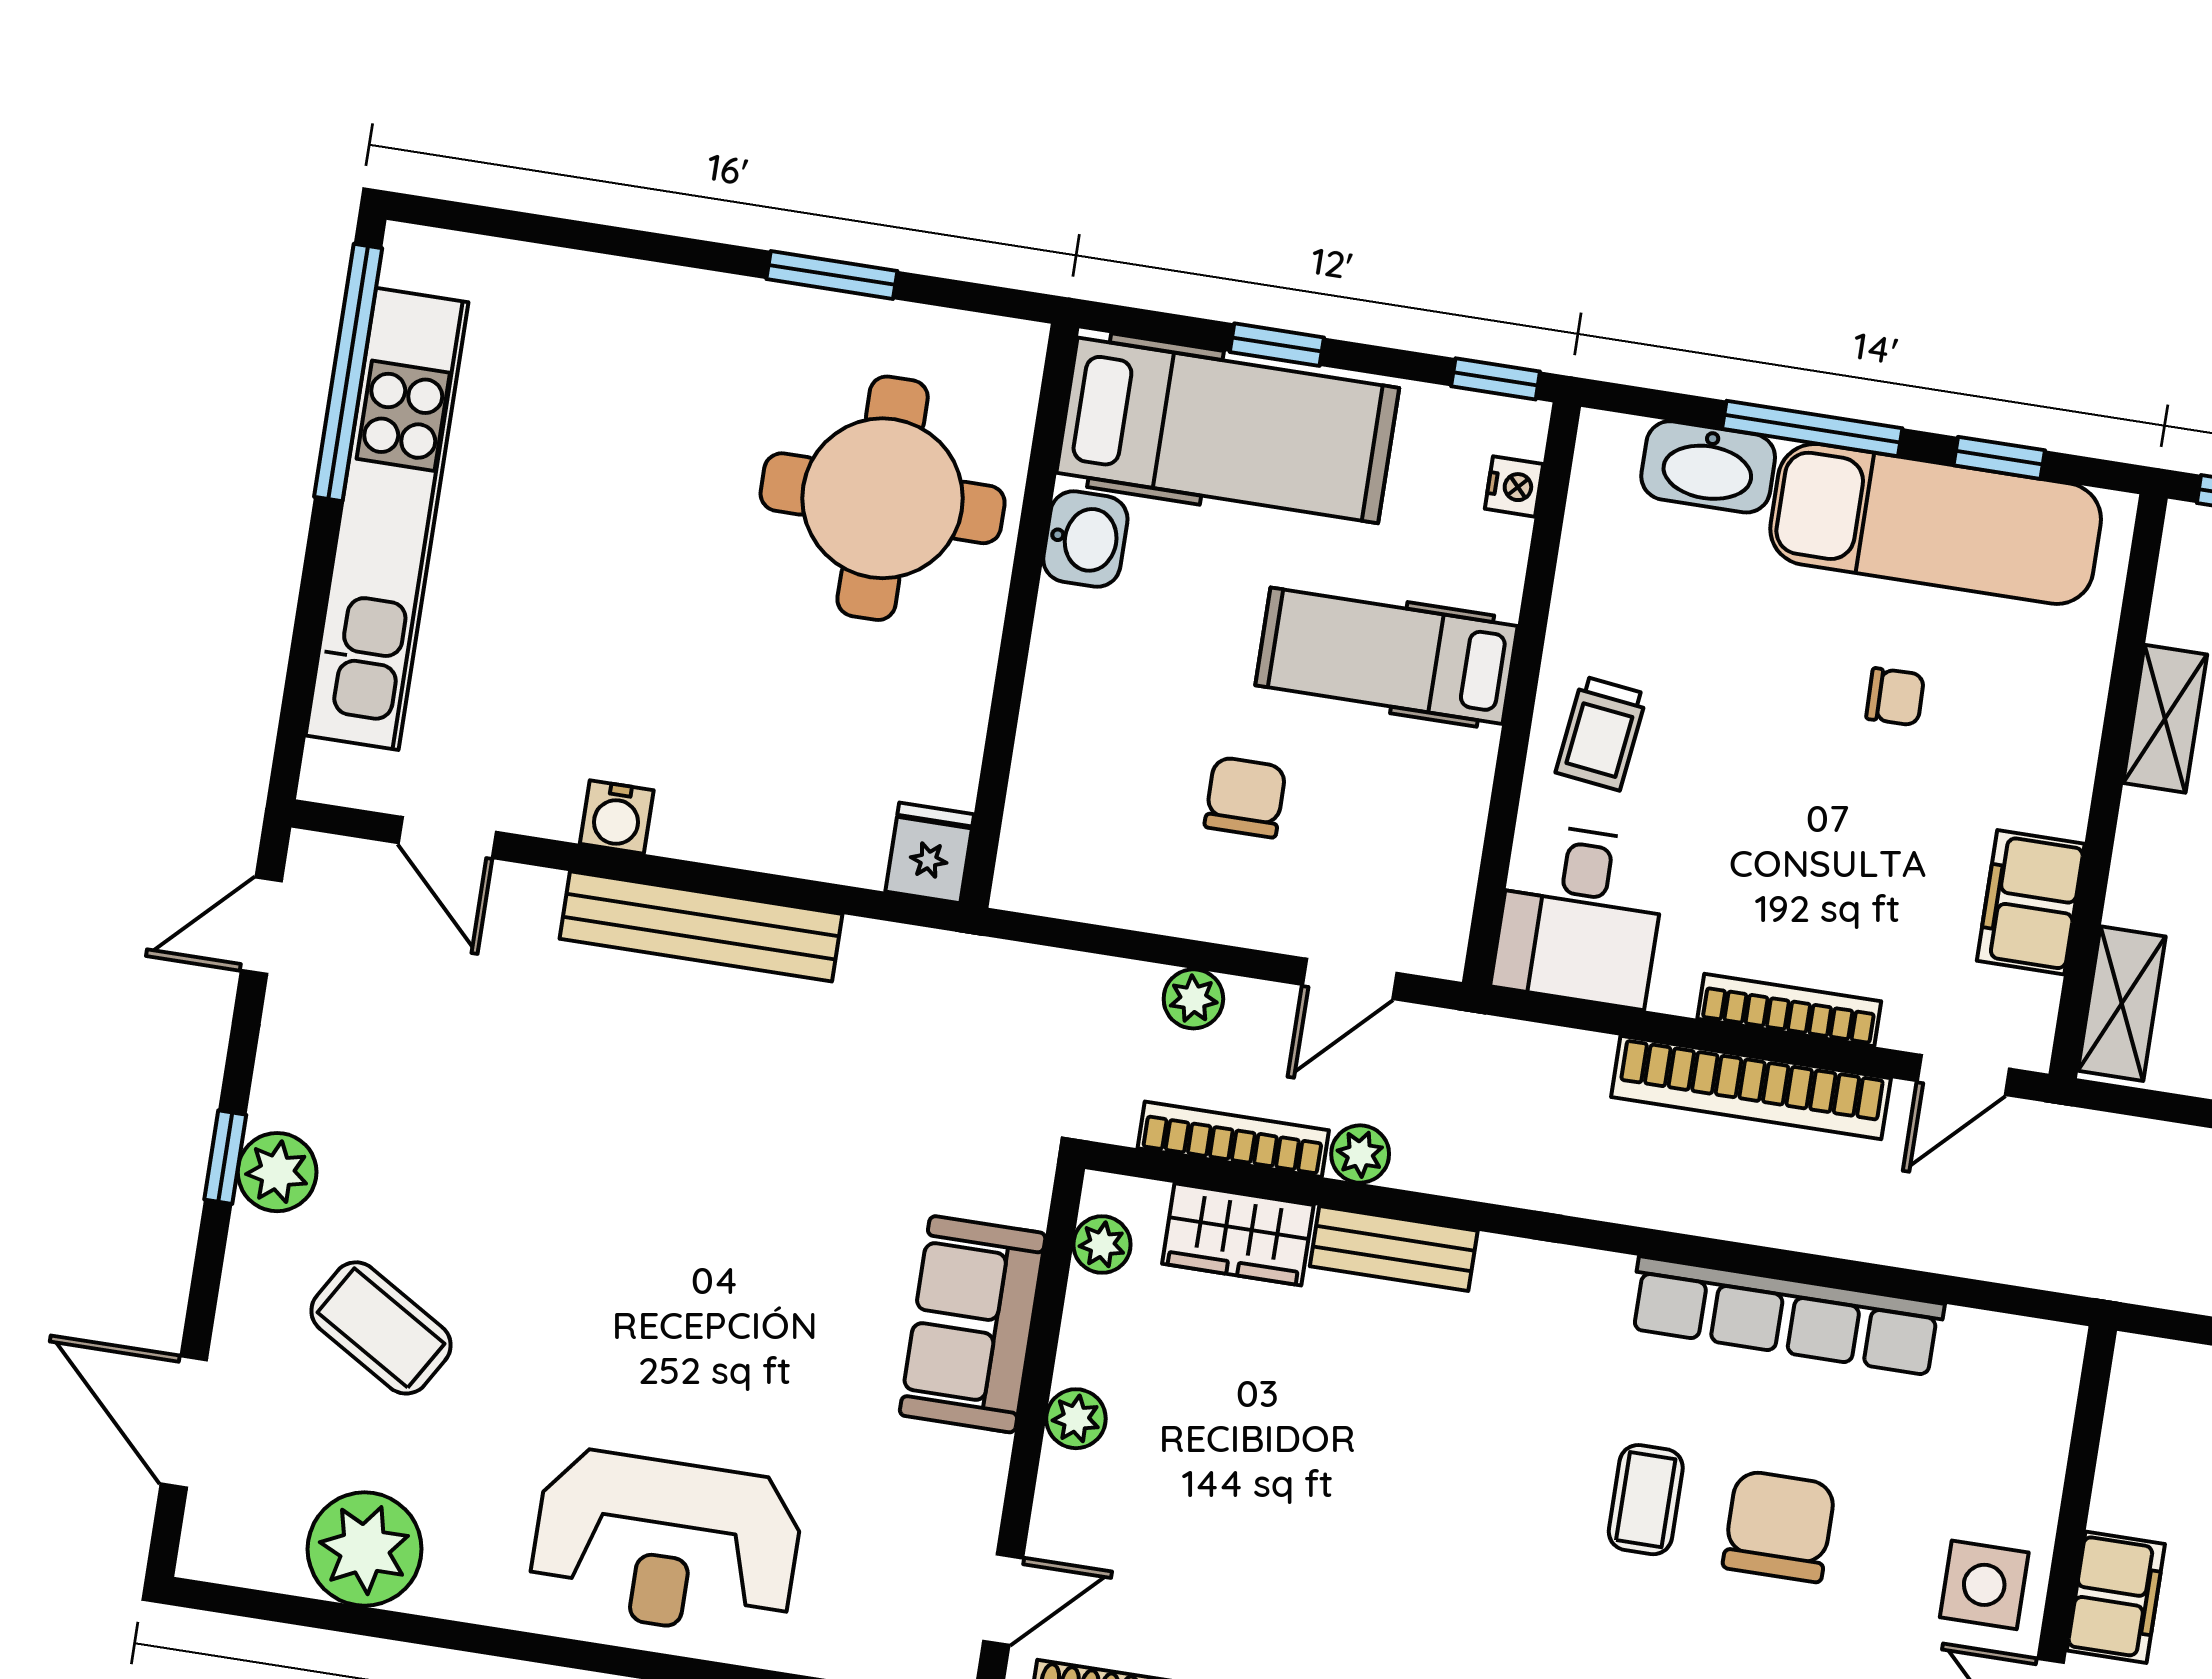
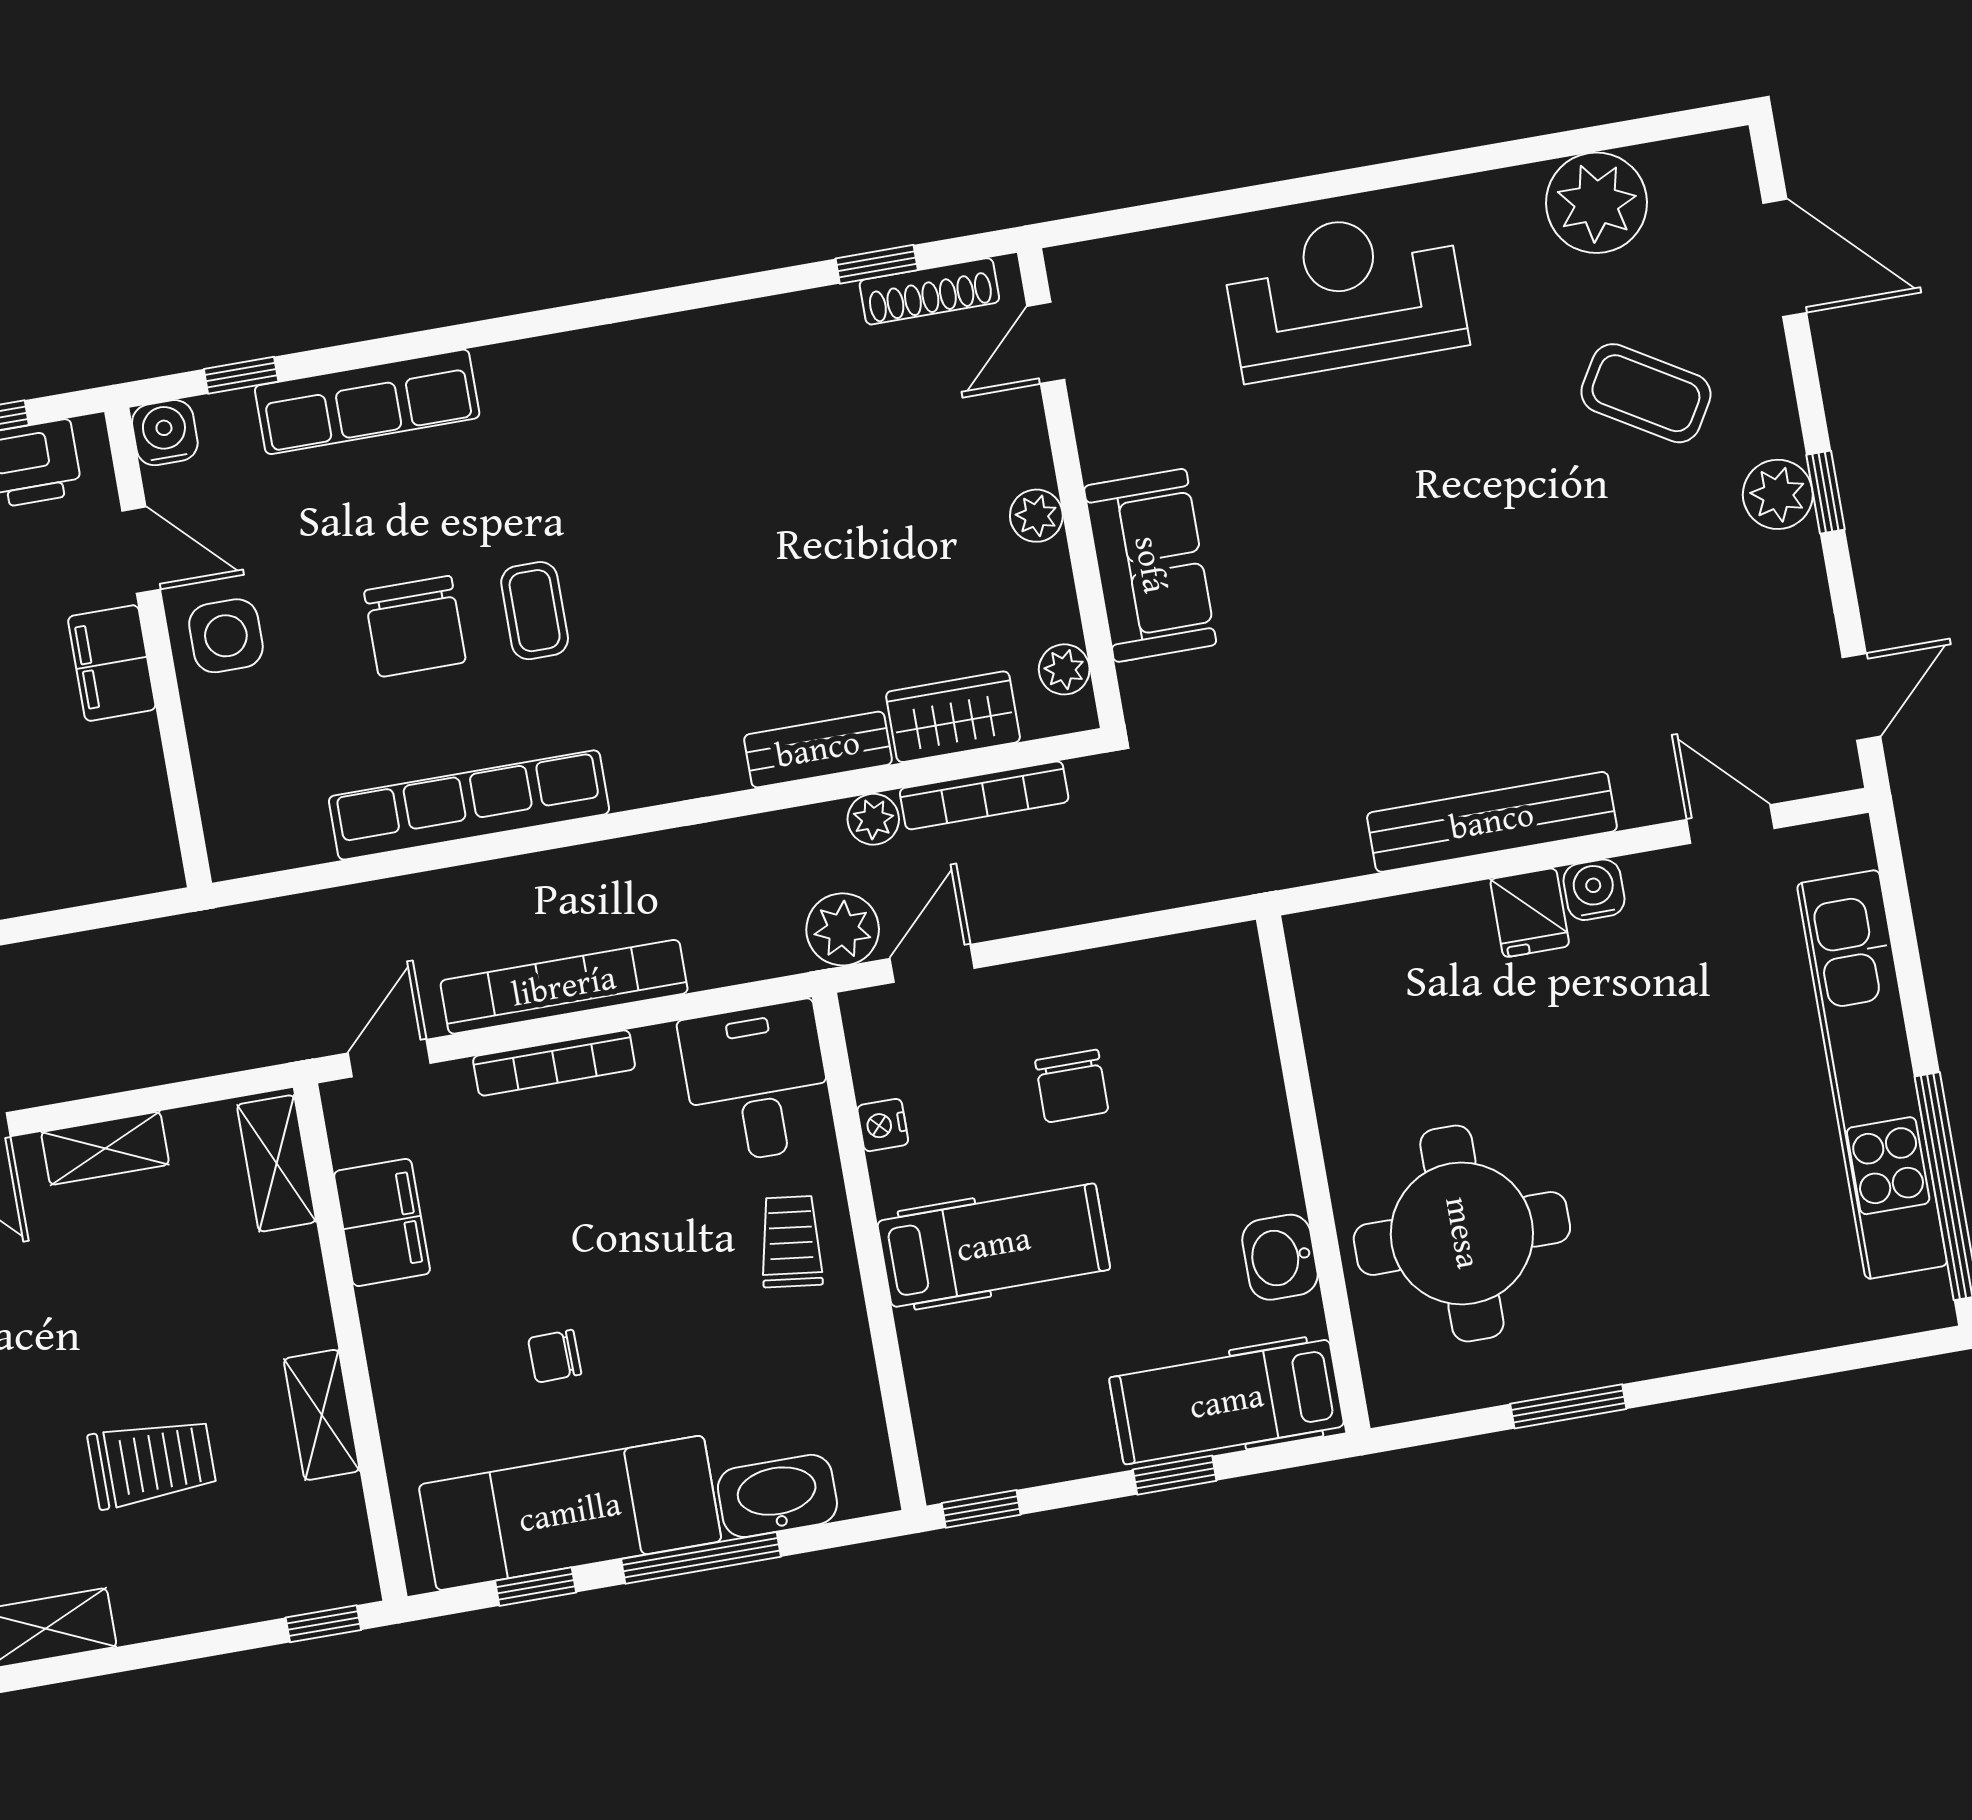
hospital bed: (1228, 430) -> (1227, 1402), width x0.73, depth x0.78
nightstand: (1514, 486) -> (883, 1125), moved
fridge: (930, 853) -> (1530, 913), moved
plant: (1193, 999) -> (843, 929), moved, width x1.38, depth x1.38

